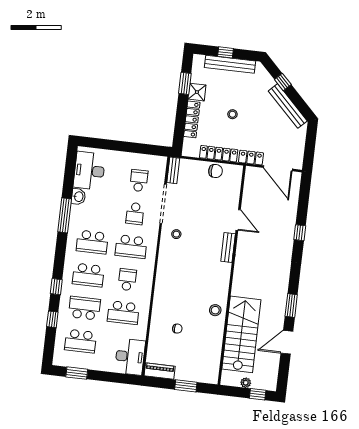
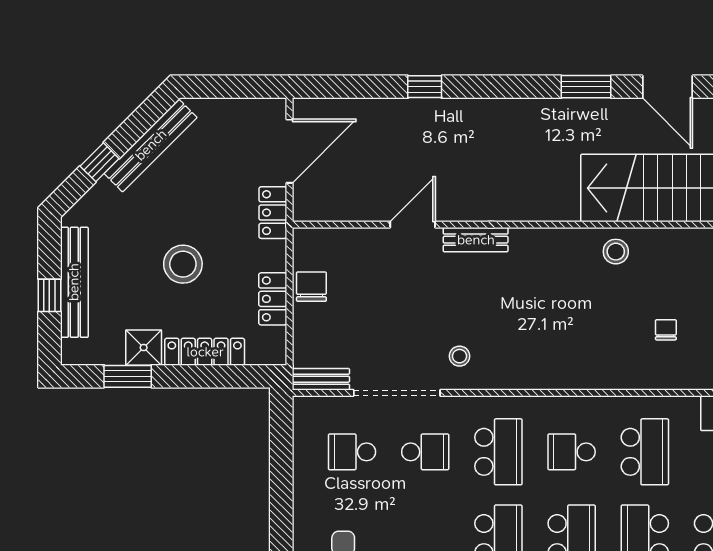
stool: (232, 114) -> (183, 264), width x1.89, depth x1.89
locker: (219, 154) -> (273, 299), width x0.66

